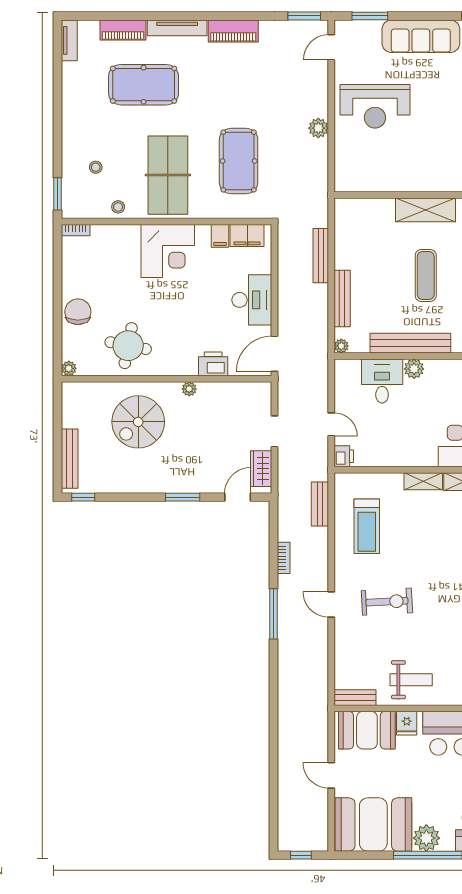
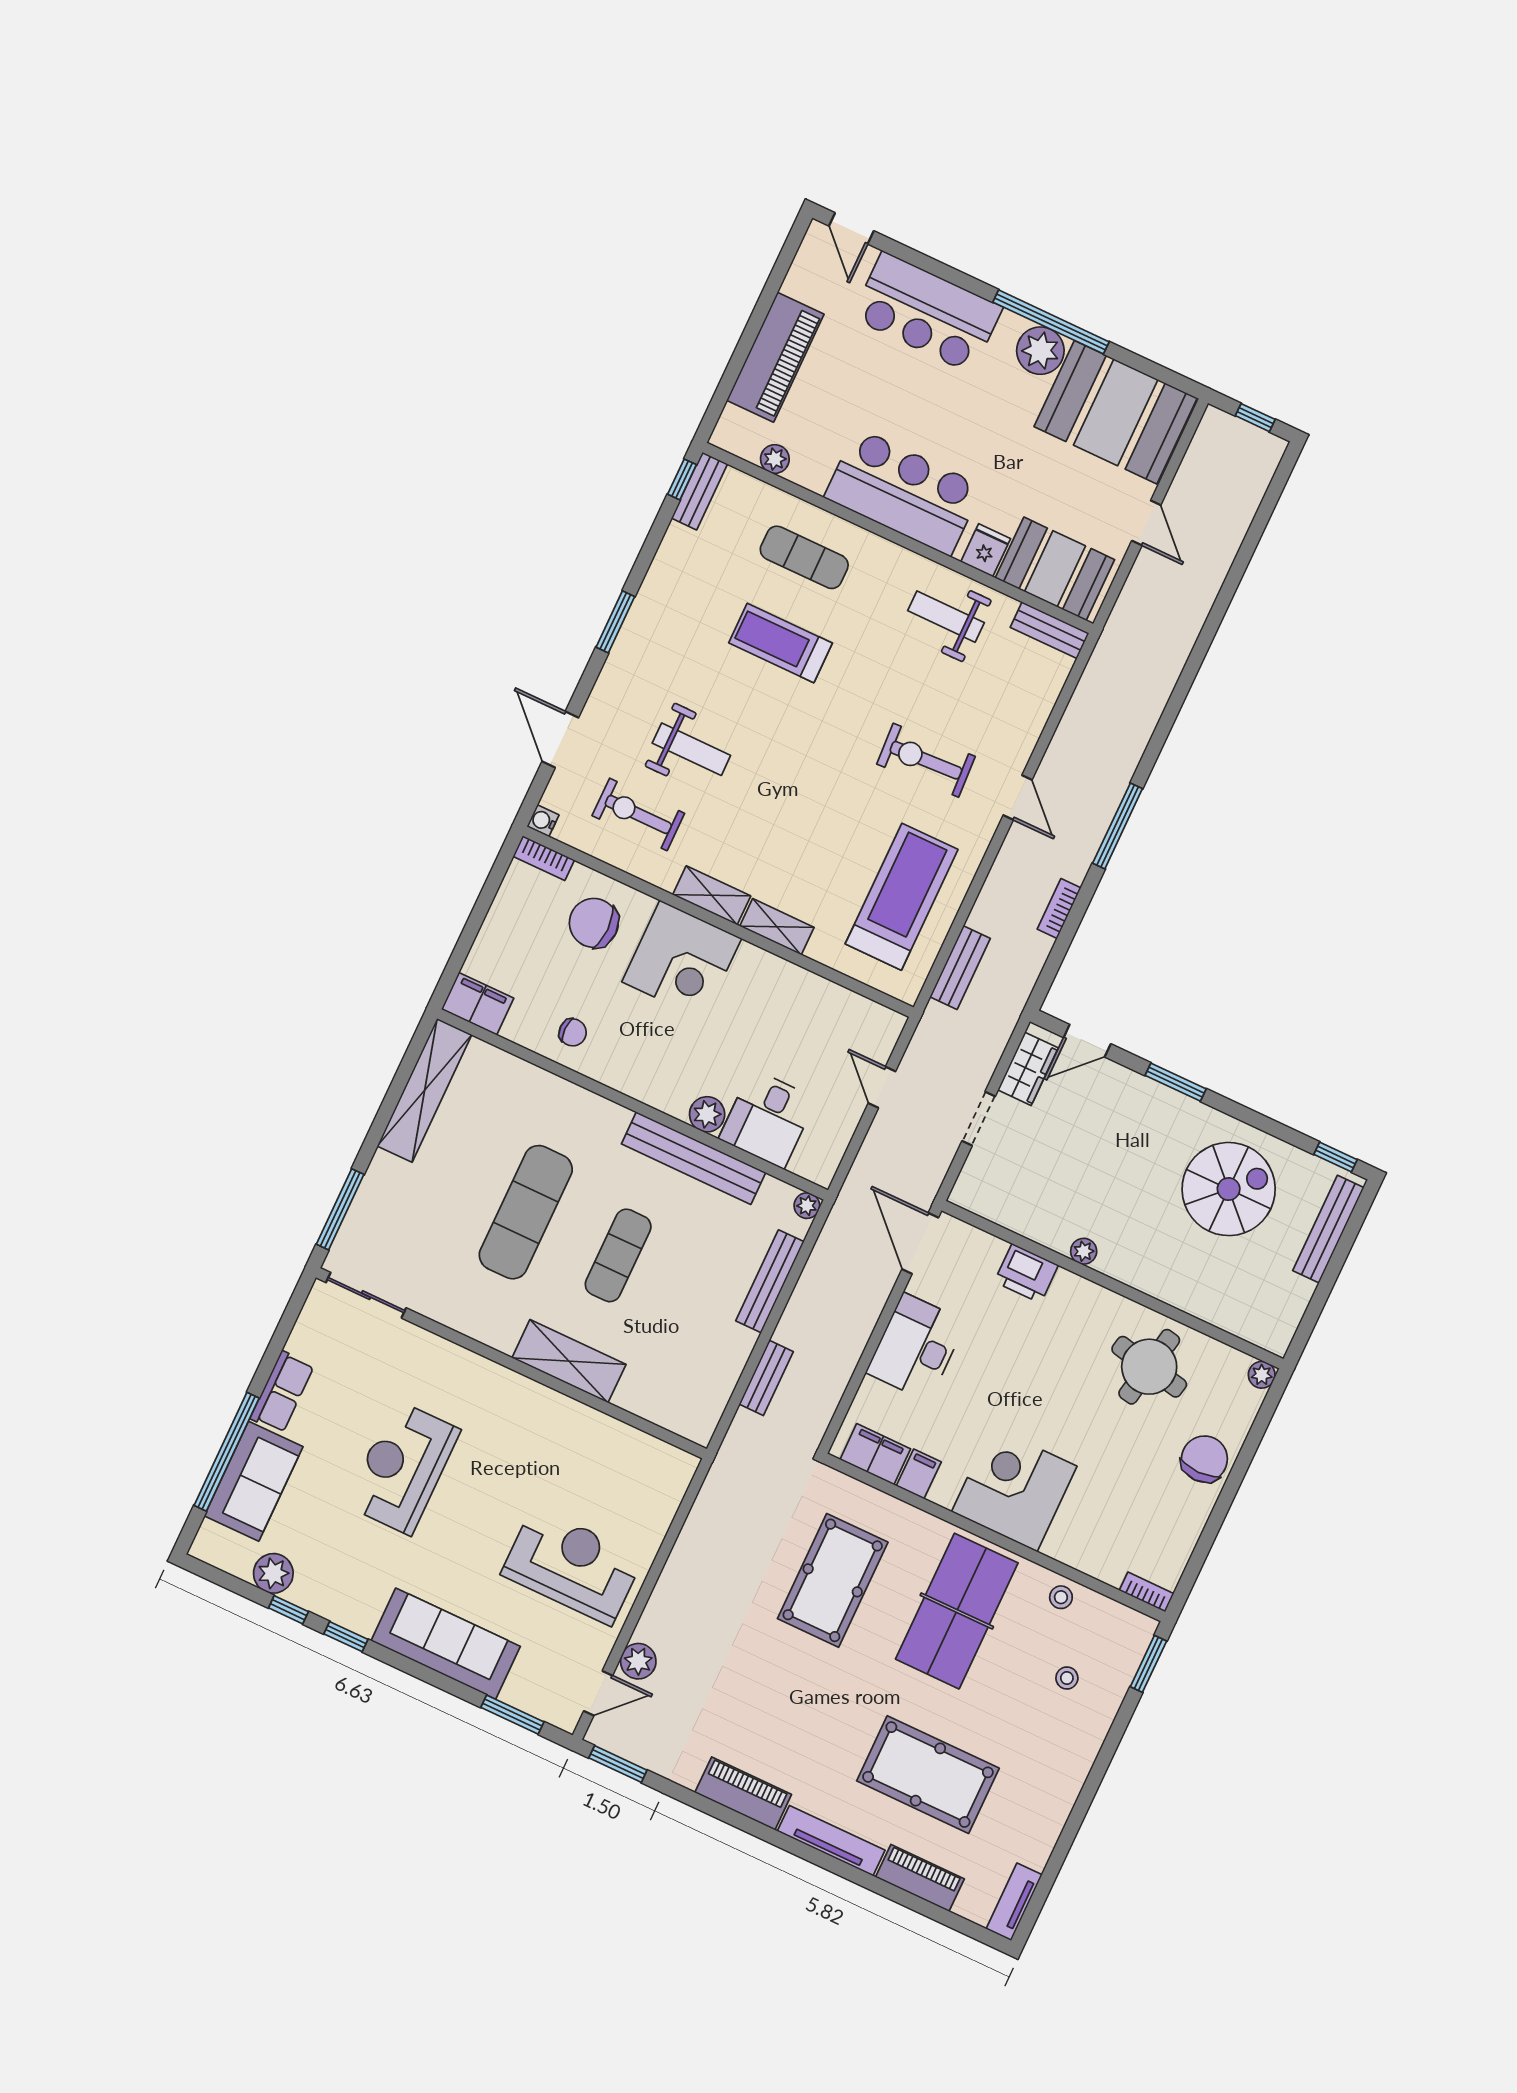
plant: (318, 128) -> (638, 1661), moved
bench: (321, 256) -> (766, 1378), width x0.73
chair: (78, 312) -> (1204, 1459), turned 180
door: (274, 354) -> (920, 1243), swing flipped
spiral stairs: (138, 422) -> (1229, 1189), moved
printer: (344, 456) -> (886, 1027), removed
treadmill: (367, 526) -> (902, 897), width x1.37, depth x1.38

